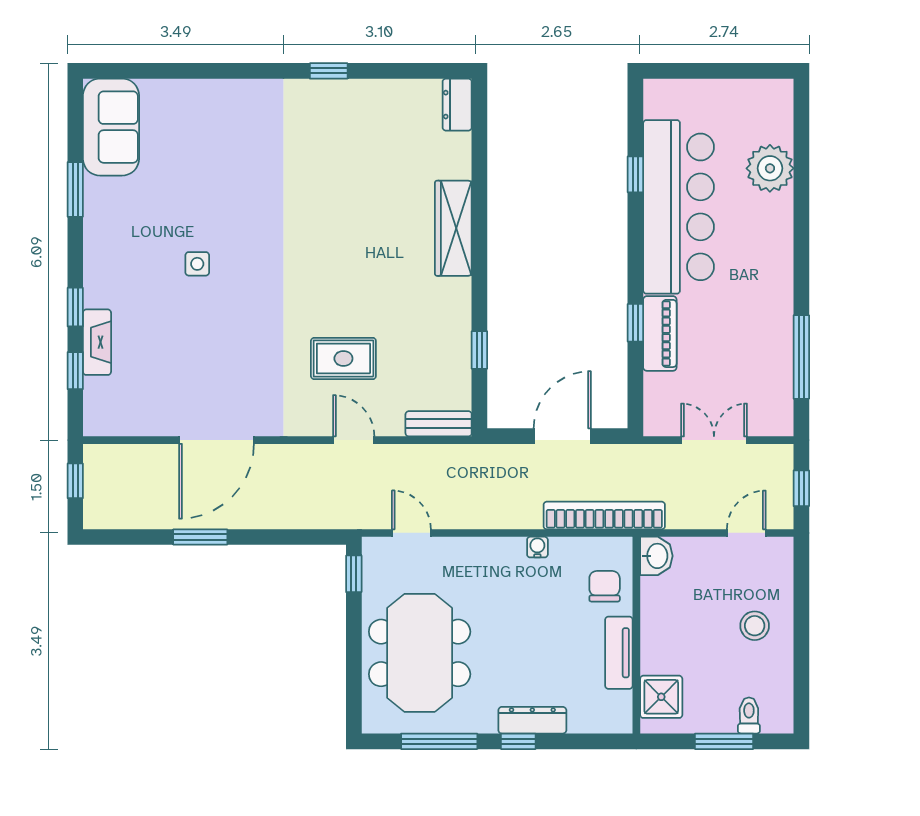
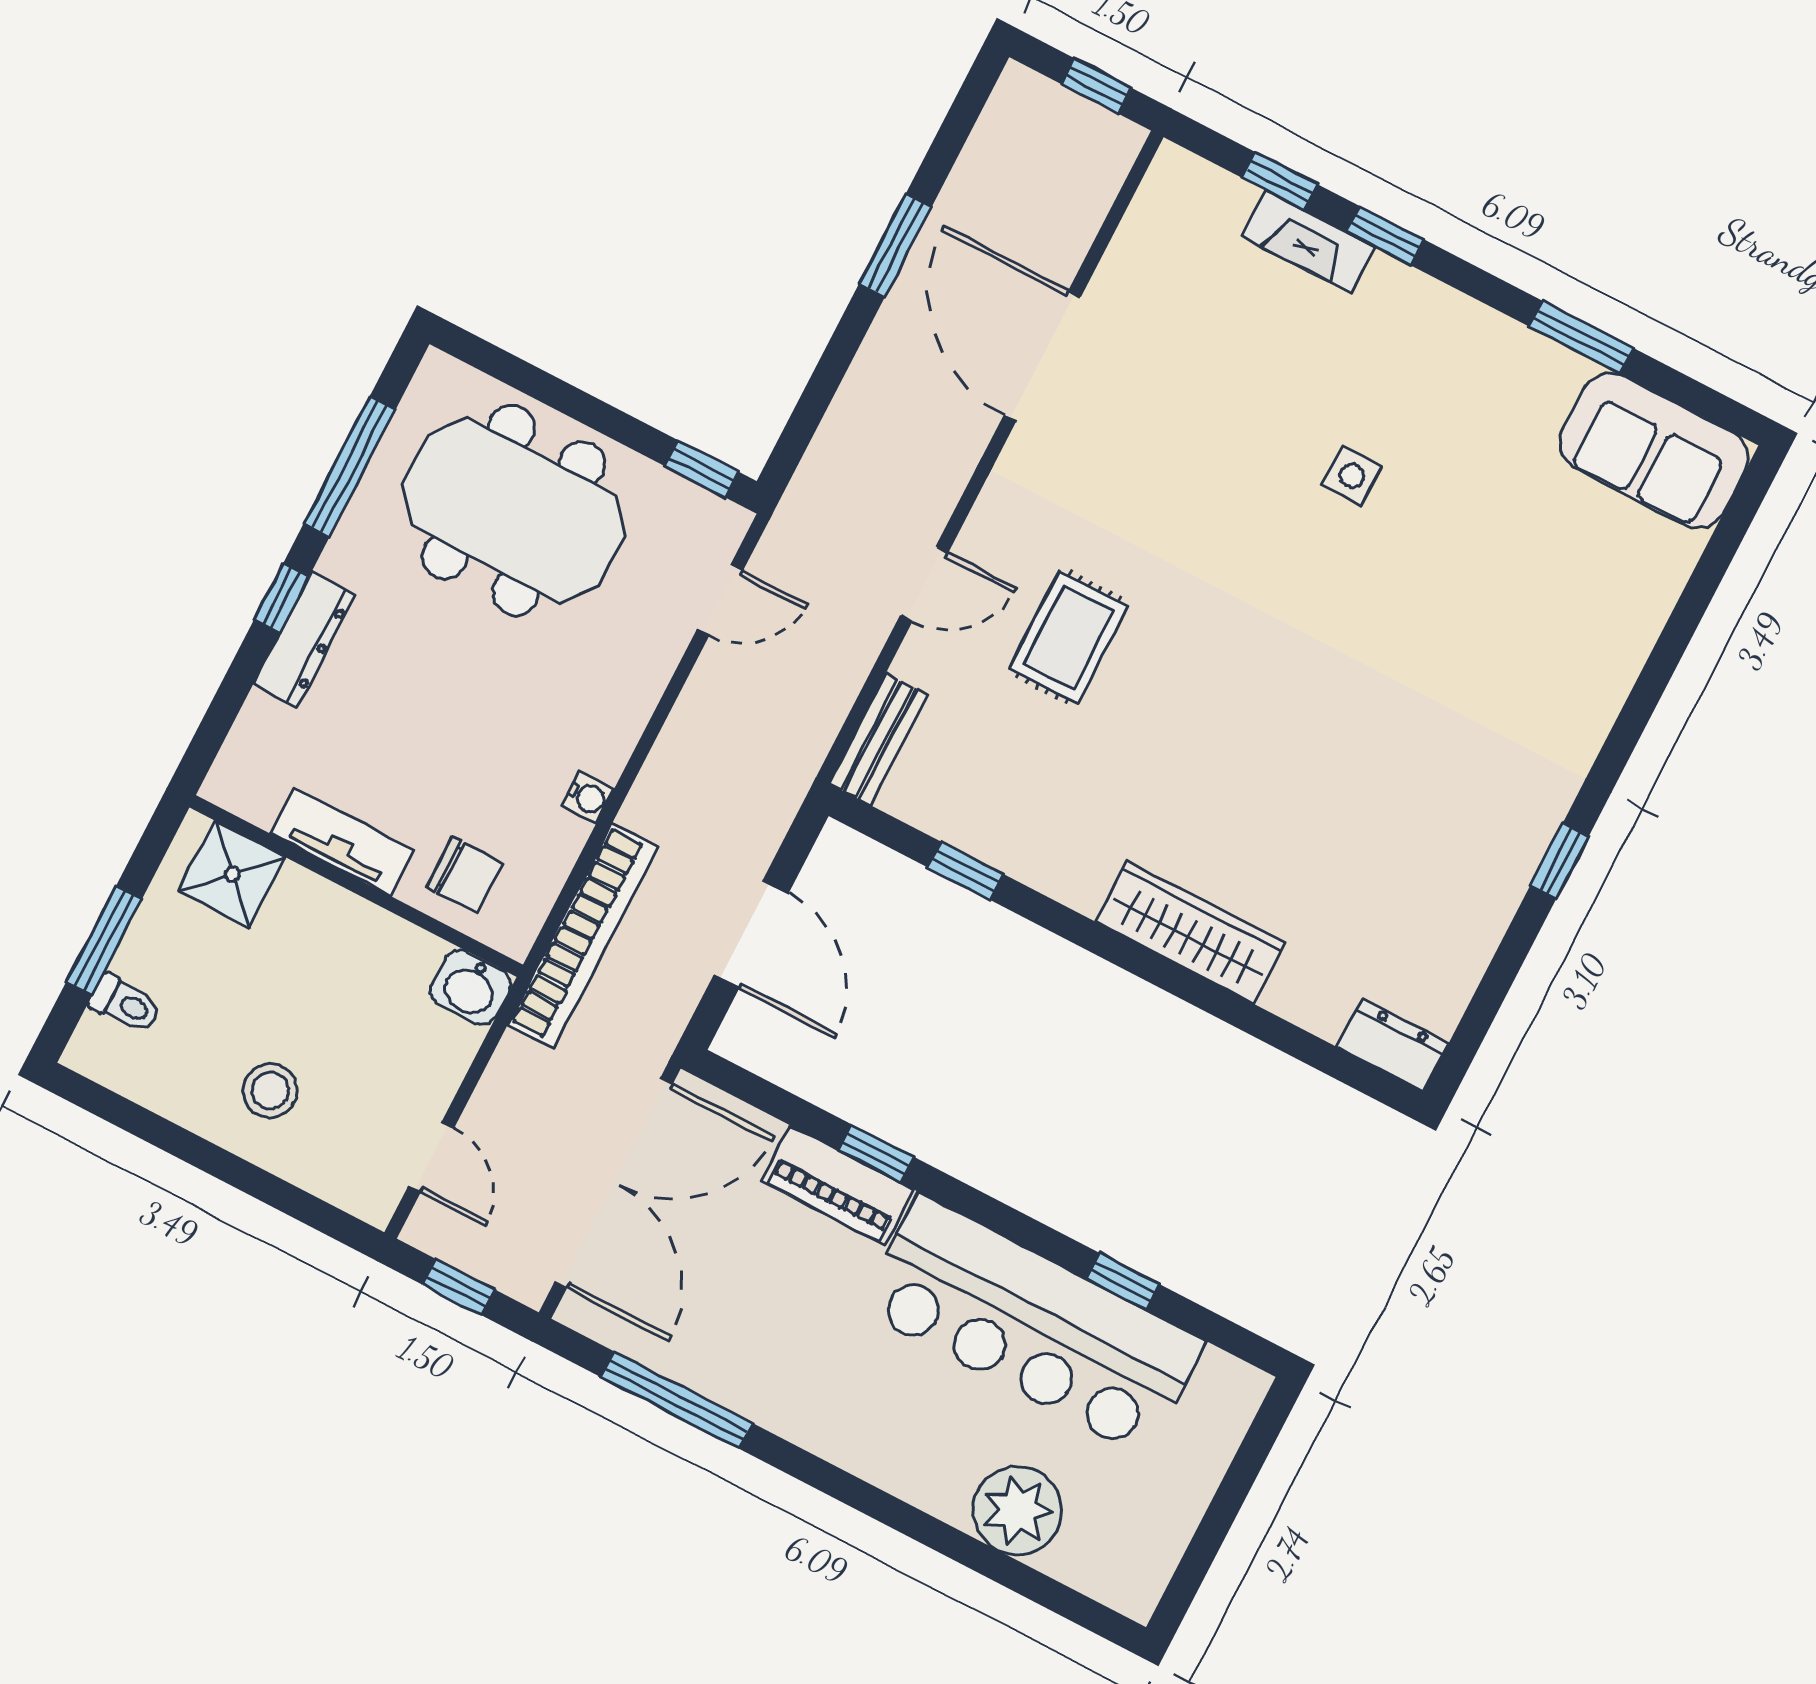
double door: (714, 440) -> (614, 1183), width x1.87

